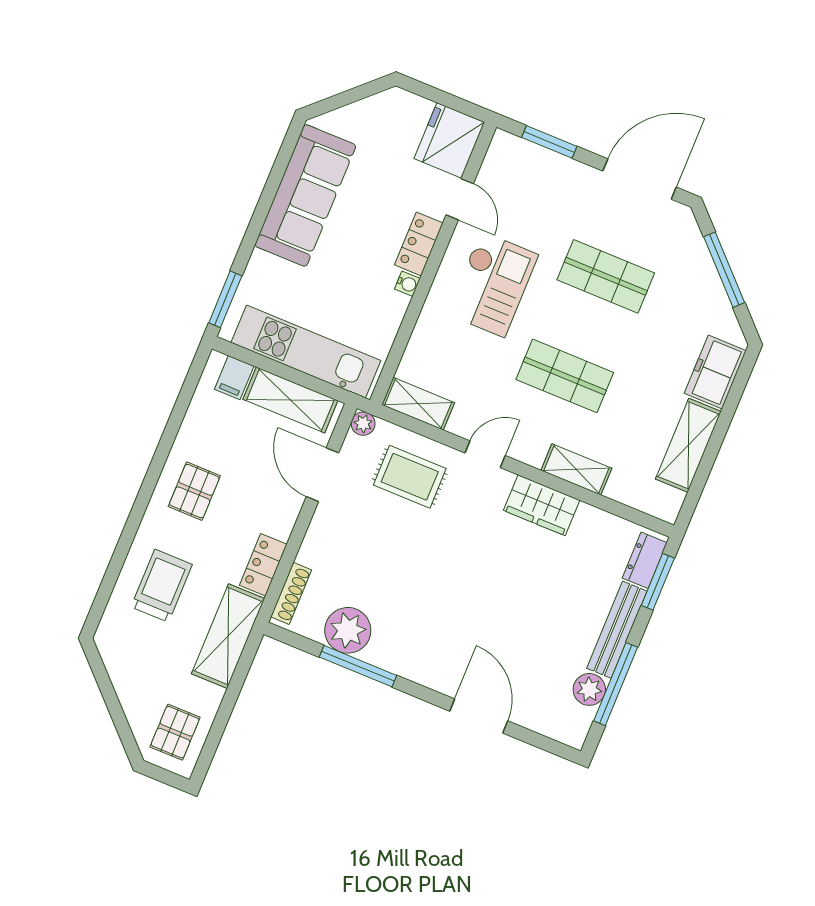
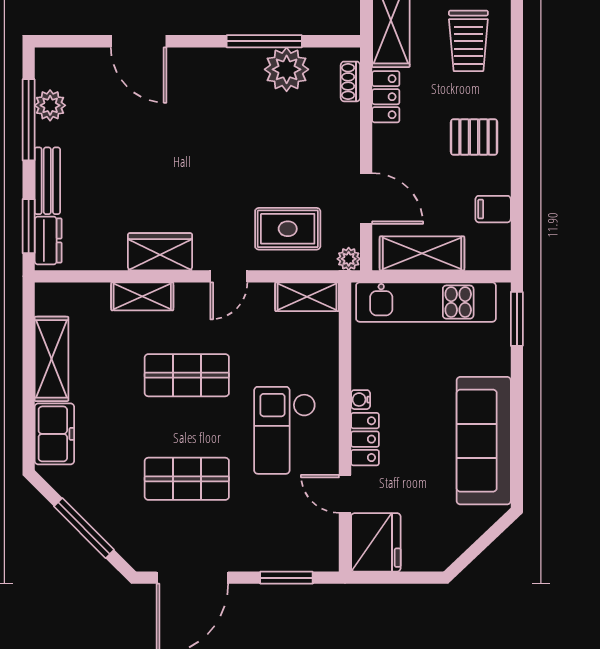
filing cabinet: (234, 378) -> (493, 209), moved, turned -90
pallet: (194, 491) -> (474, 137), turned 90
shoe rack: (291, 593) -> (350, 81), width x0.70
bench: (617, 630) -> (47, 181), width x0.73

